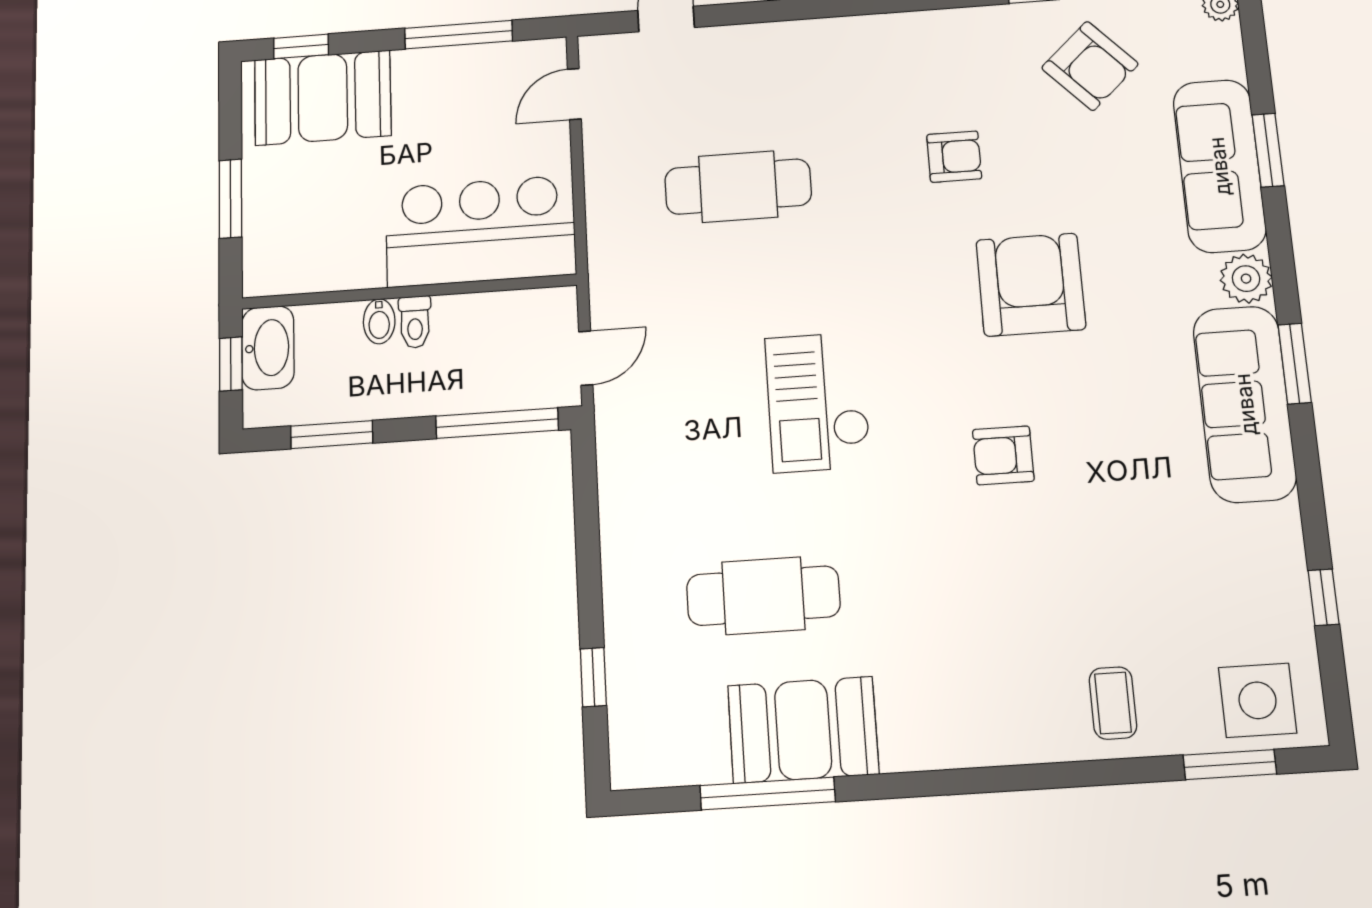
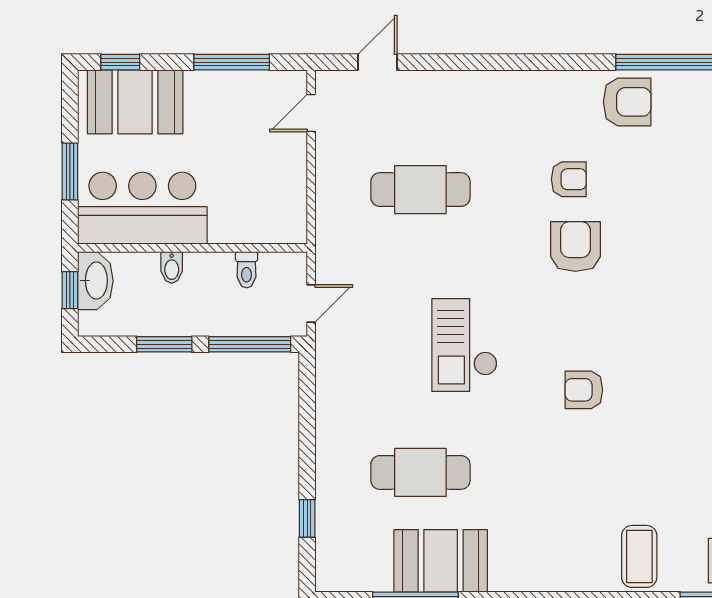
armchair: (1090, 66) -> (627, 102), moved, turned -47
bar counter: (480, 231) -> (142, 208), moved
armchair: (1031, 285) -> (575, 247), moved, width x0.73, depth x0.73
toilet: (415, 322) -> (247, 270), moved
window: (332, 435) -> (164, 344), moved
coffee table: (1113, 703) -> (639, 556), width x1.36, depth x1.30

